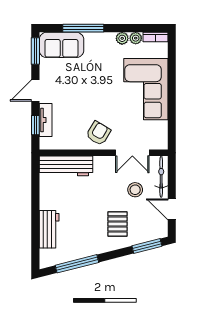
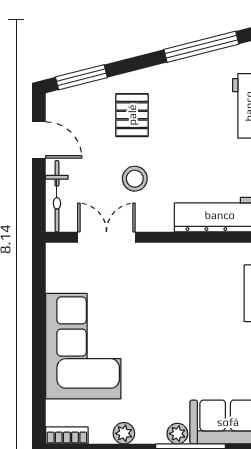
plant: (136, 38) -> (177, 434), moved
armchair: (98, 133) -> (165, 271), removed
stool: (135, 190) -> (135, 179), moved

